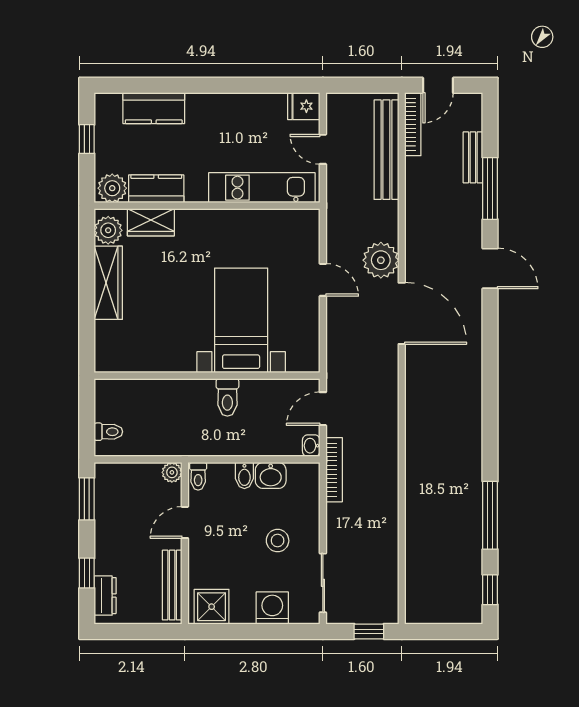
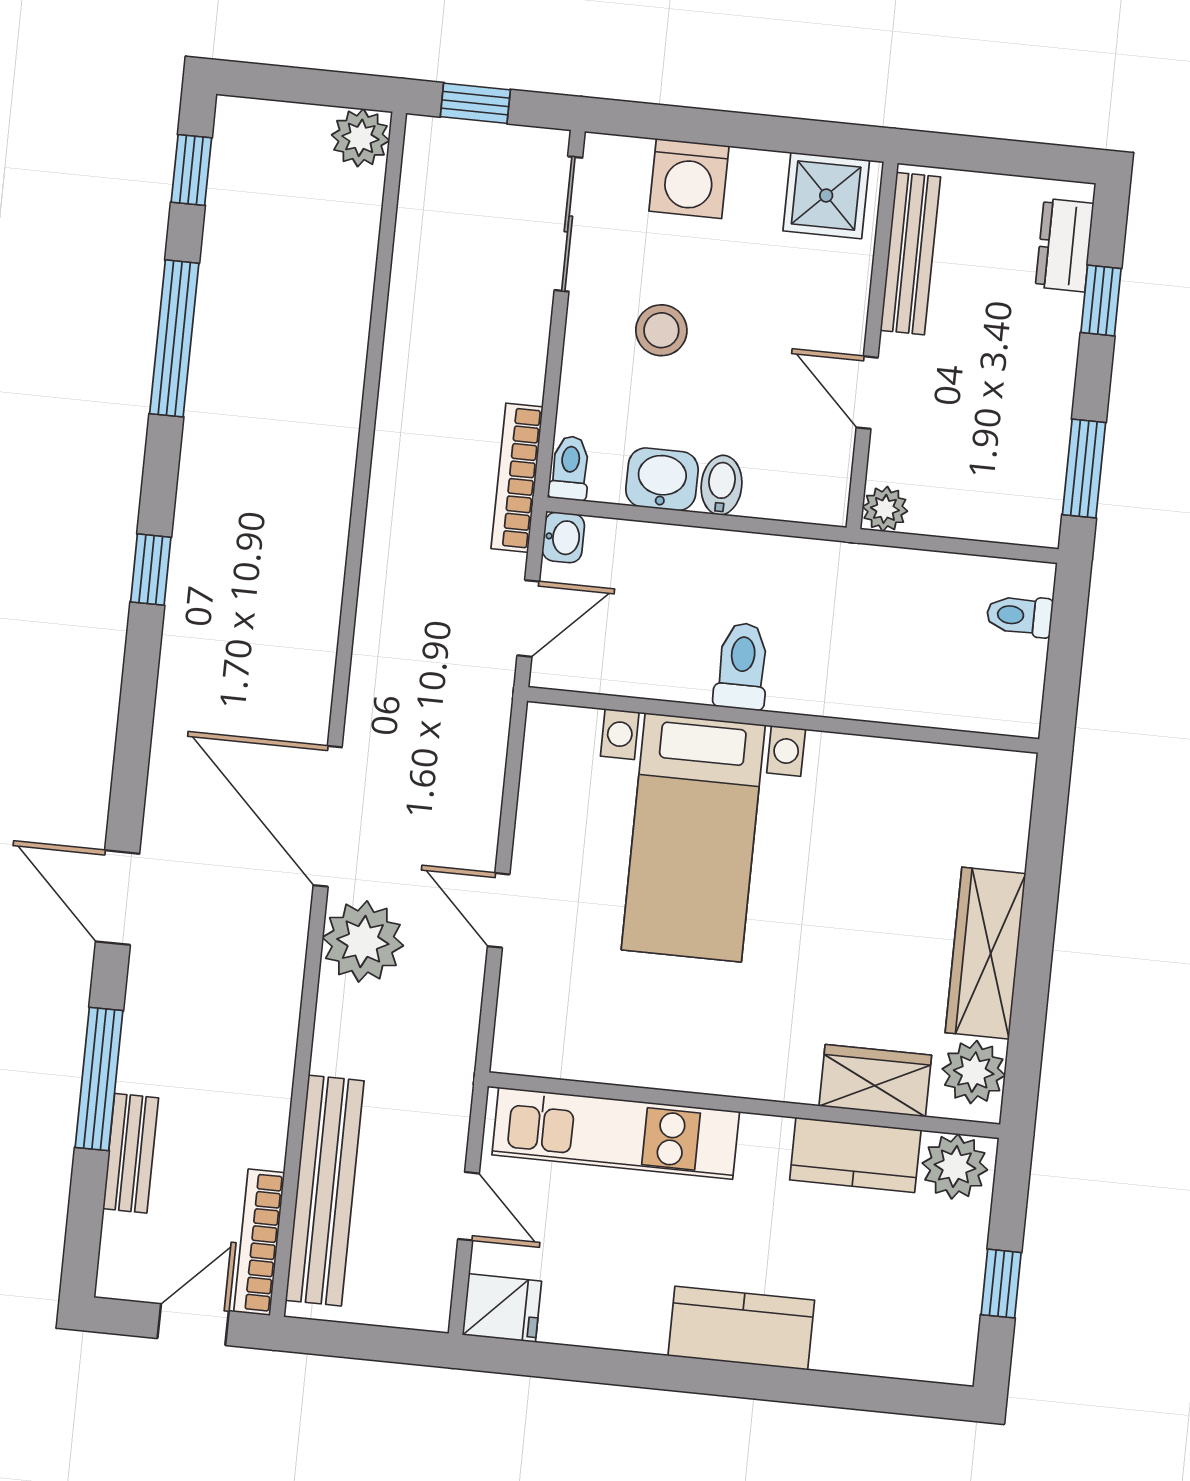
kitchen counter: (154, 108) -> (741, 1328), moved
window: (490, 413) -> (151, 570), added
toilet: (198, 476) -> (570, 468), moved
door: (185, 522) -> (867, 393), swing flipped
plant: (418, 611) -> (360, 138), added

